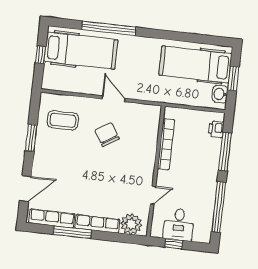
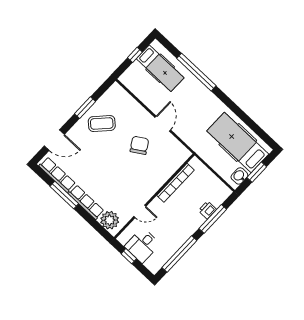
hospital bed: (81, 51) -> (160, 68), width x0.73, depth x0.78
coffee table: (63, 120) -> (102, 124), moved, turned -47
printer: (216, 129) -> (207, 210), moved

